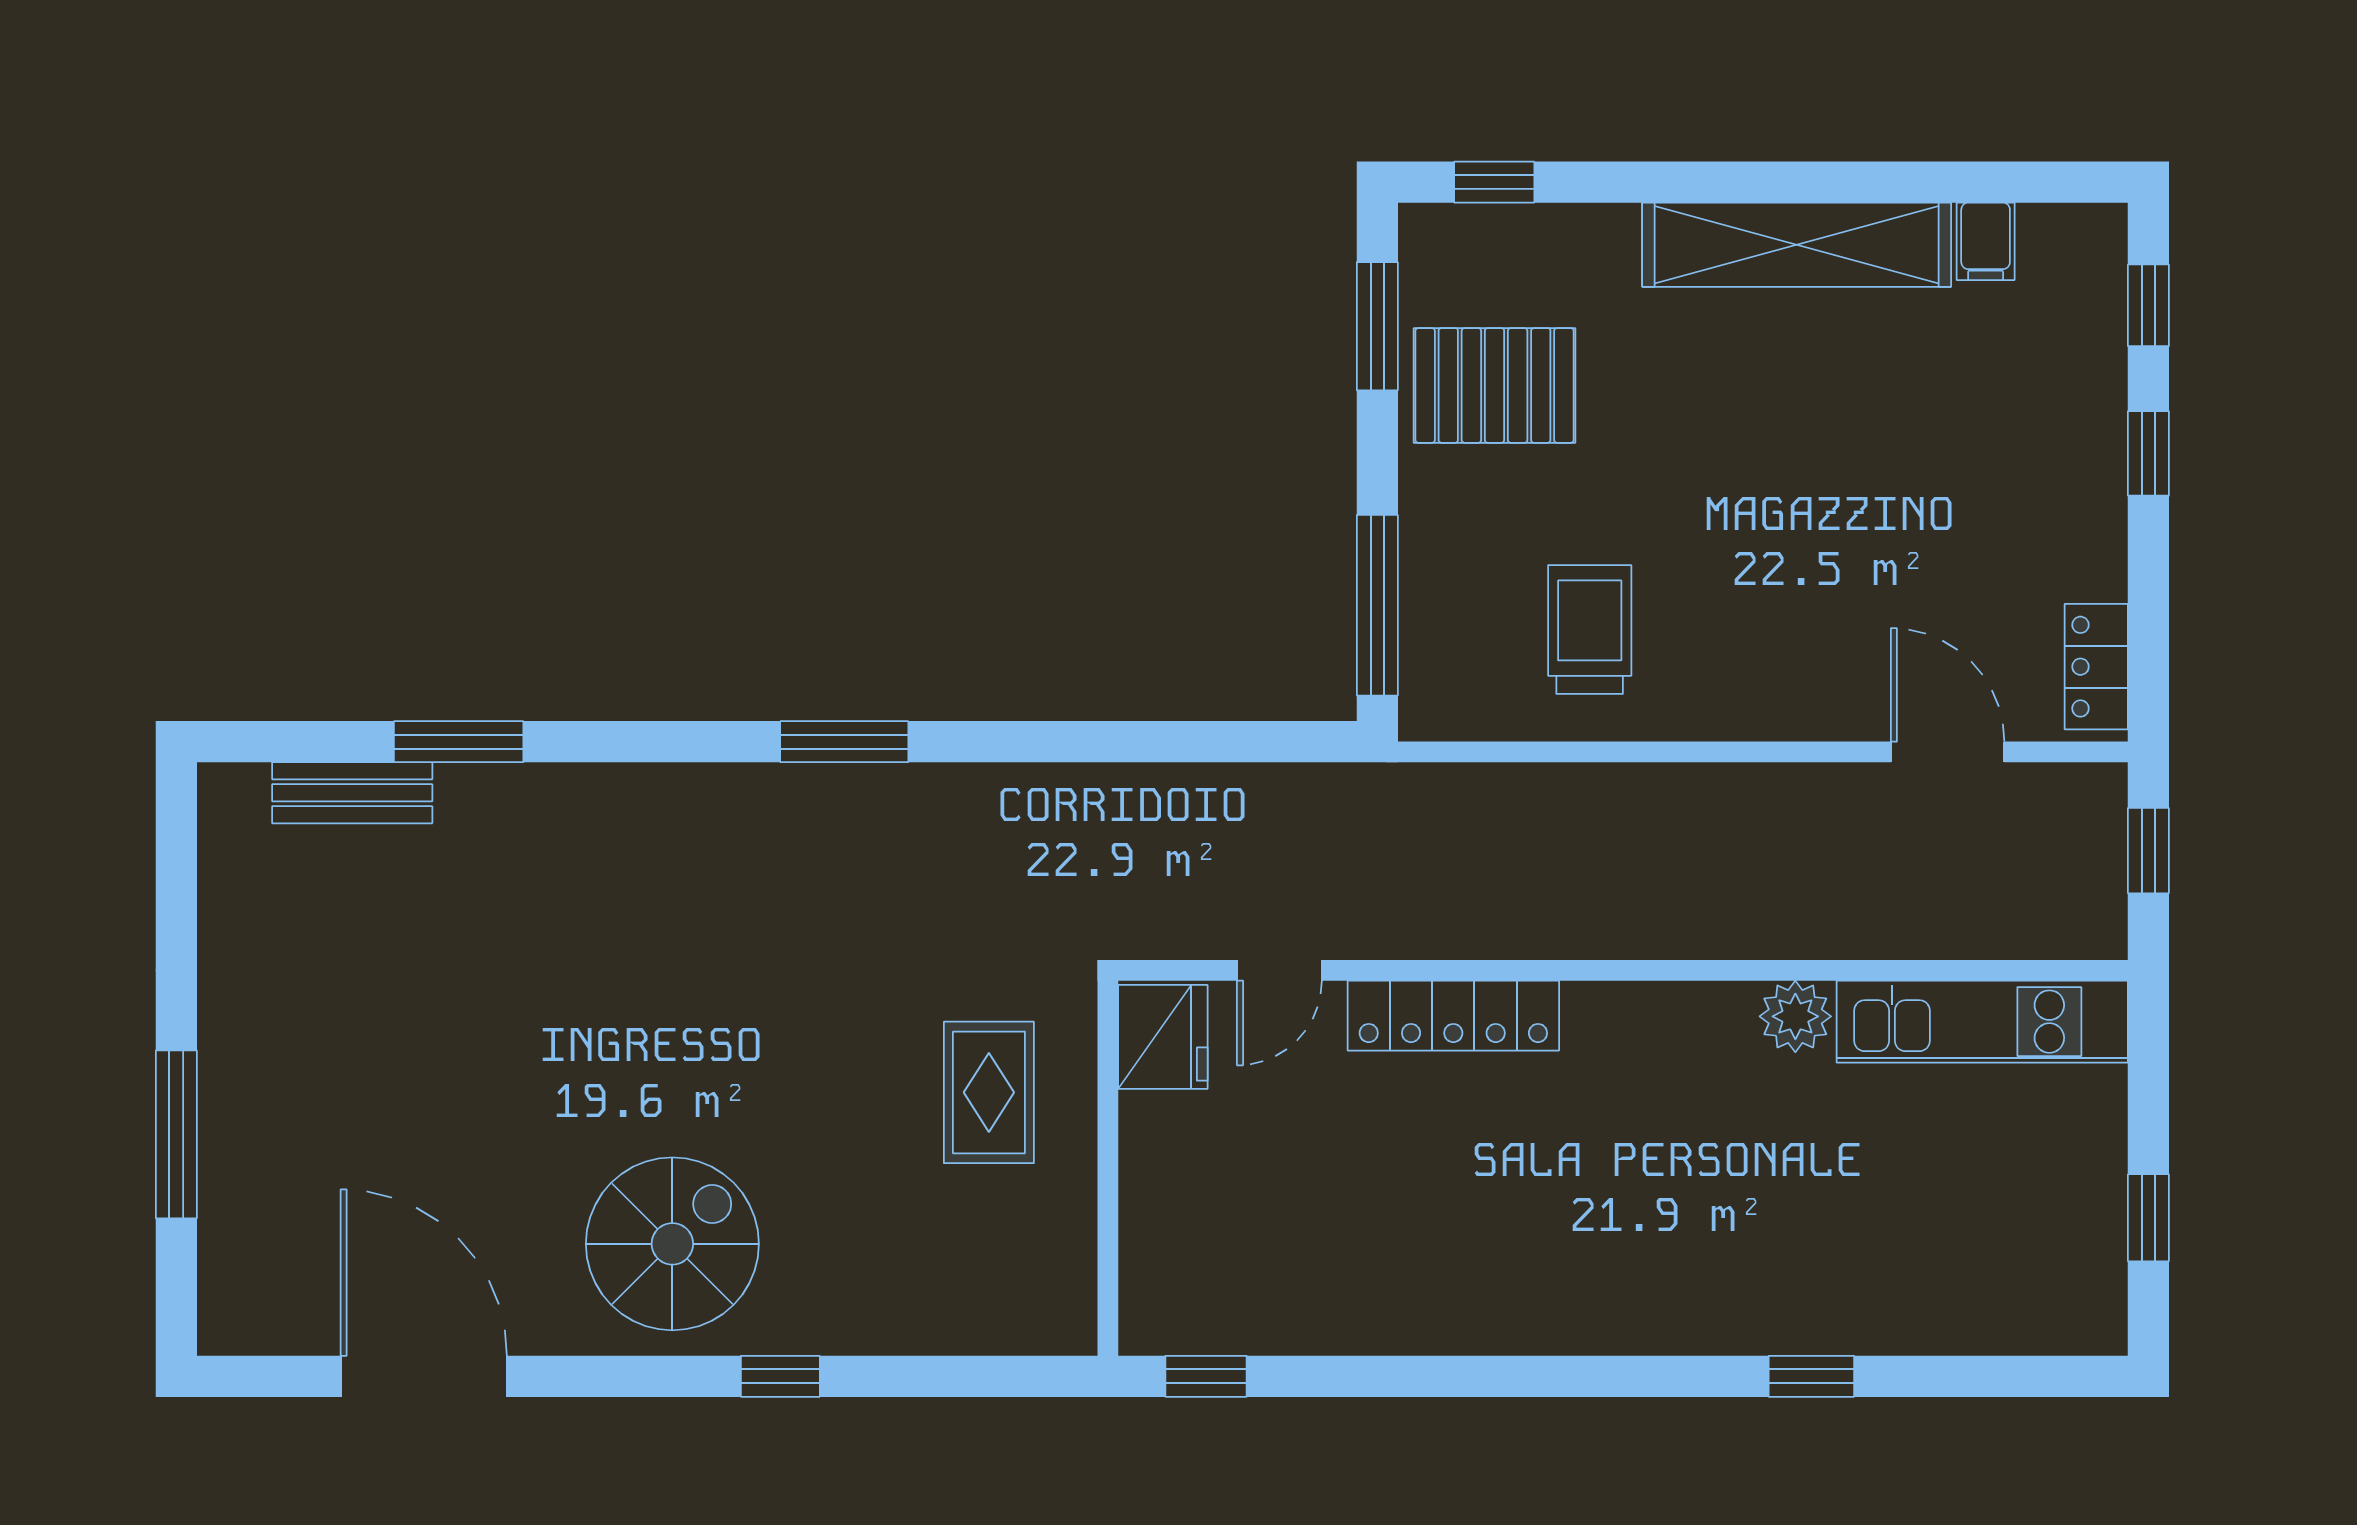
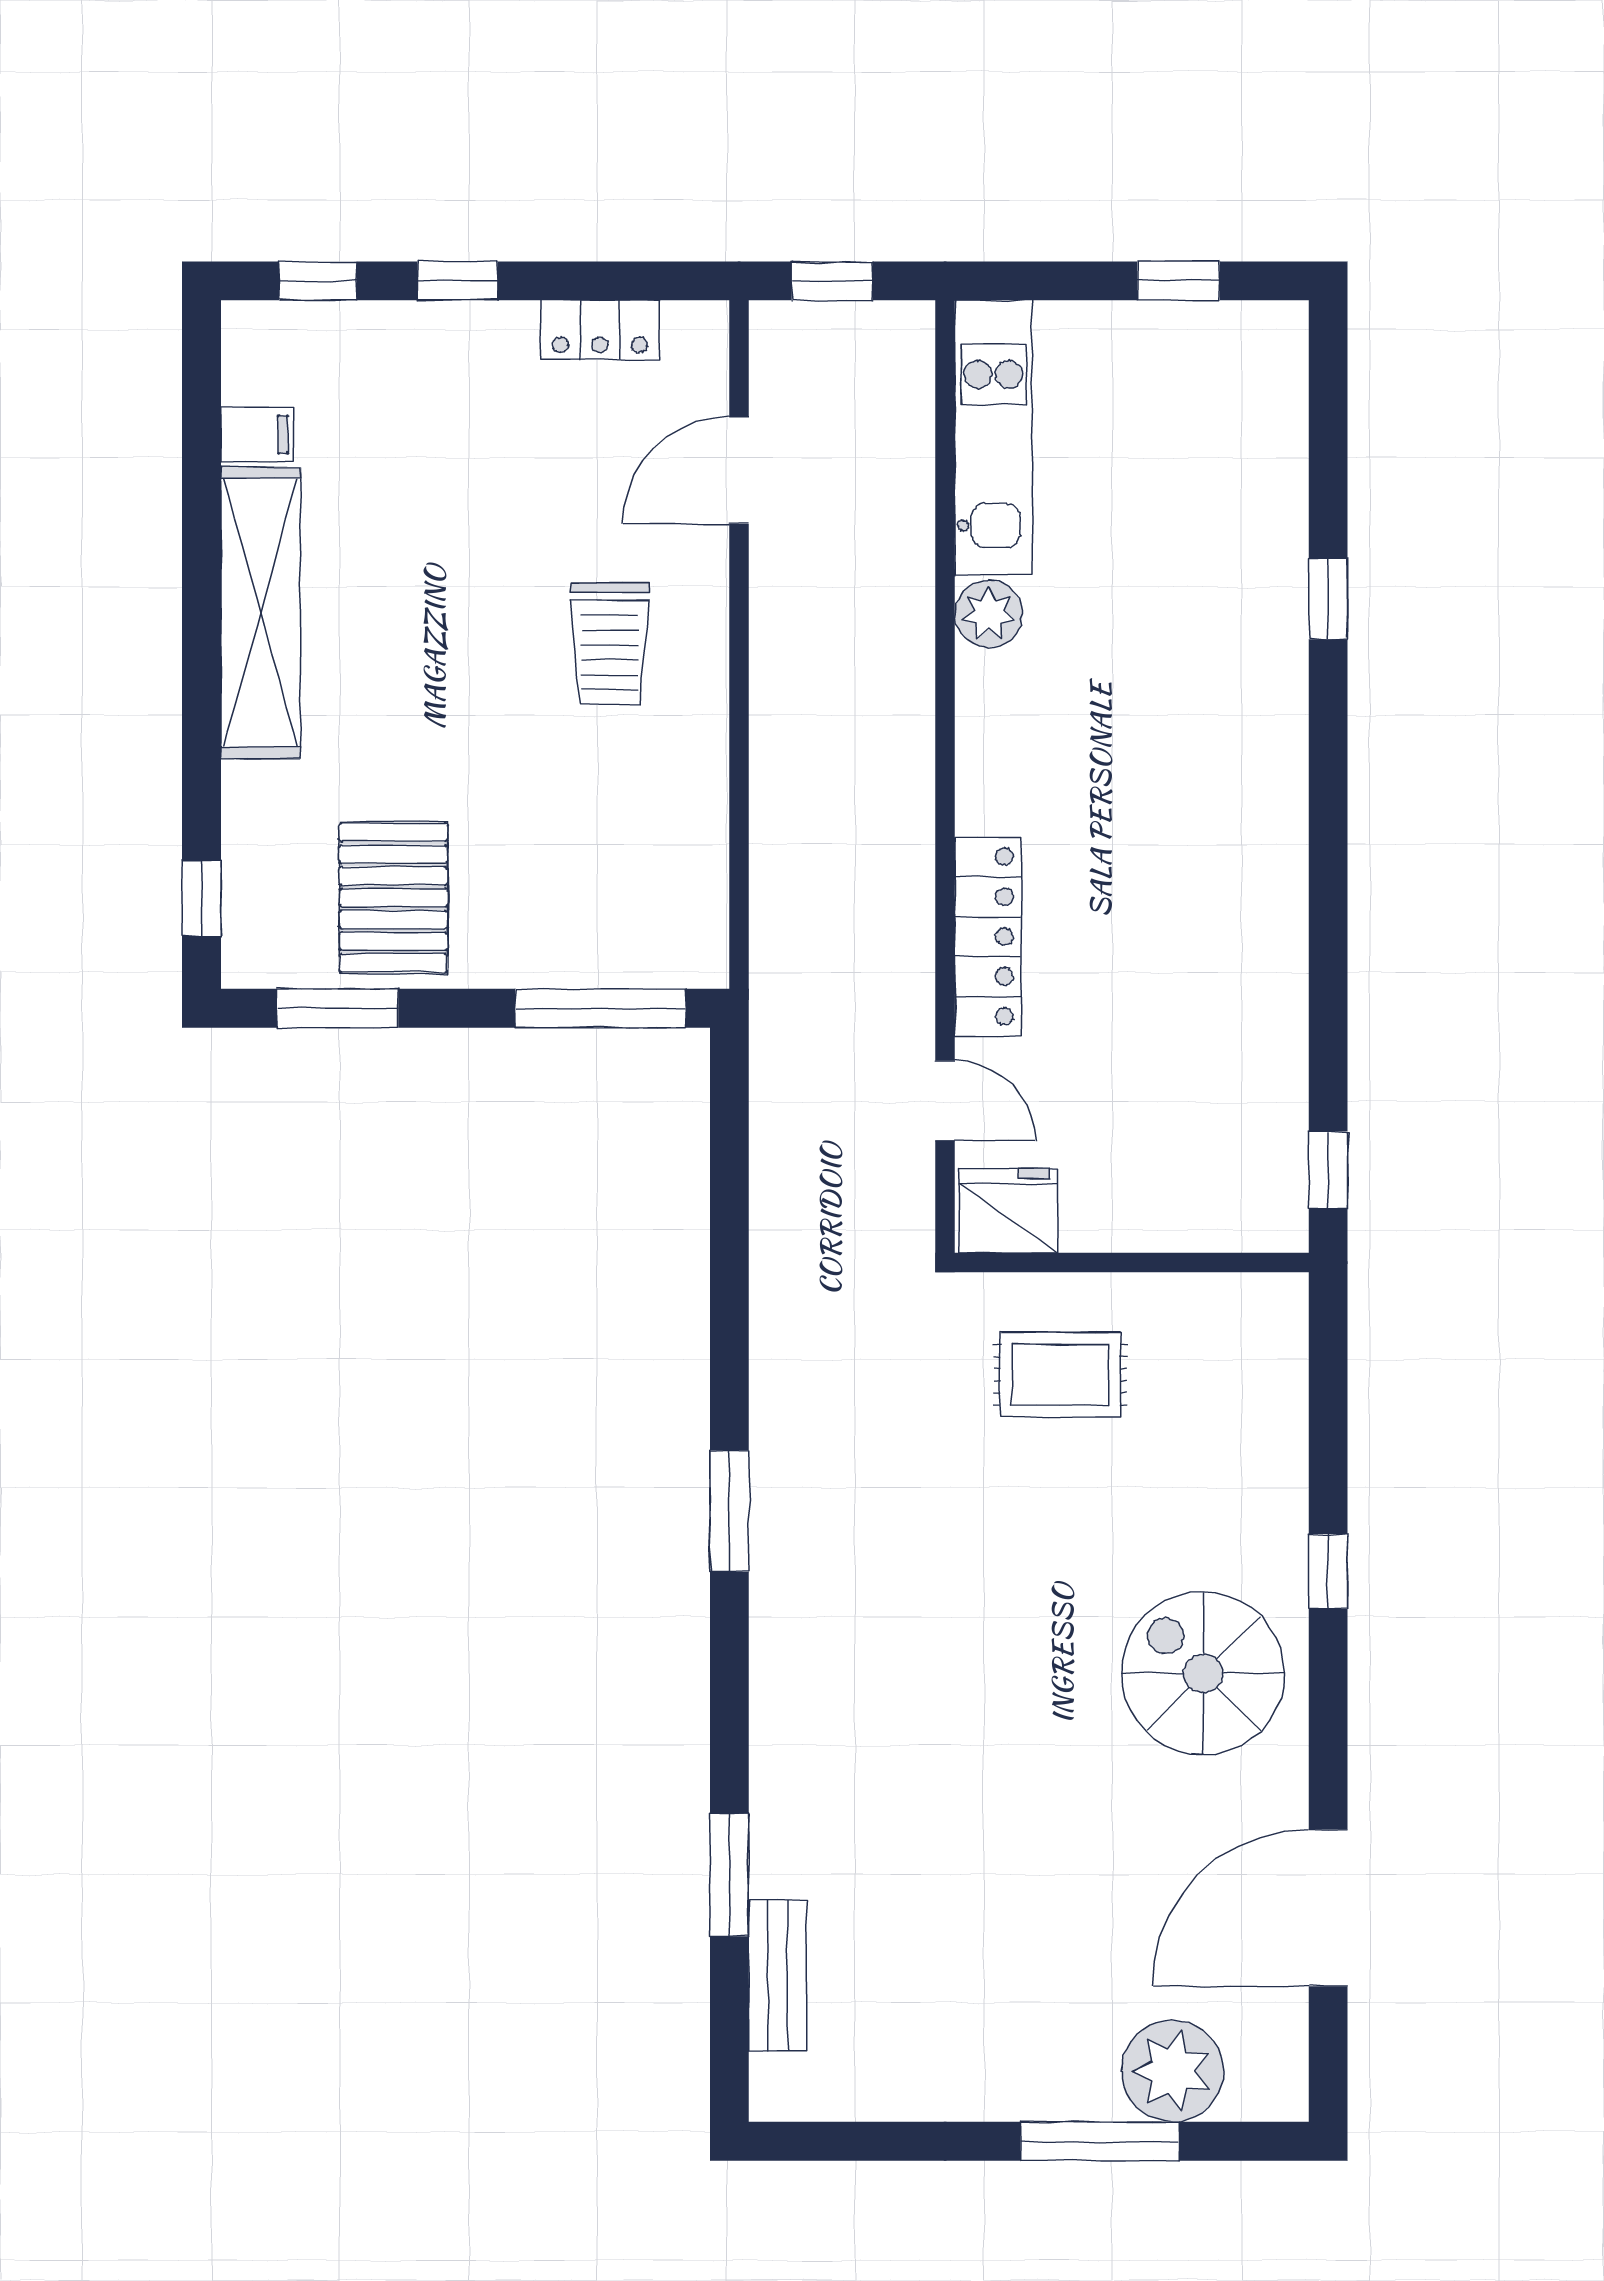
trolley: (1590, 629) -> (610, 644), moved, turned -90
locker: (2096, 667) -> (600, 330), moved
plant: (251, 1211) -> (1173, 2071), added

